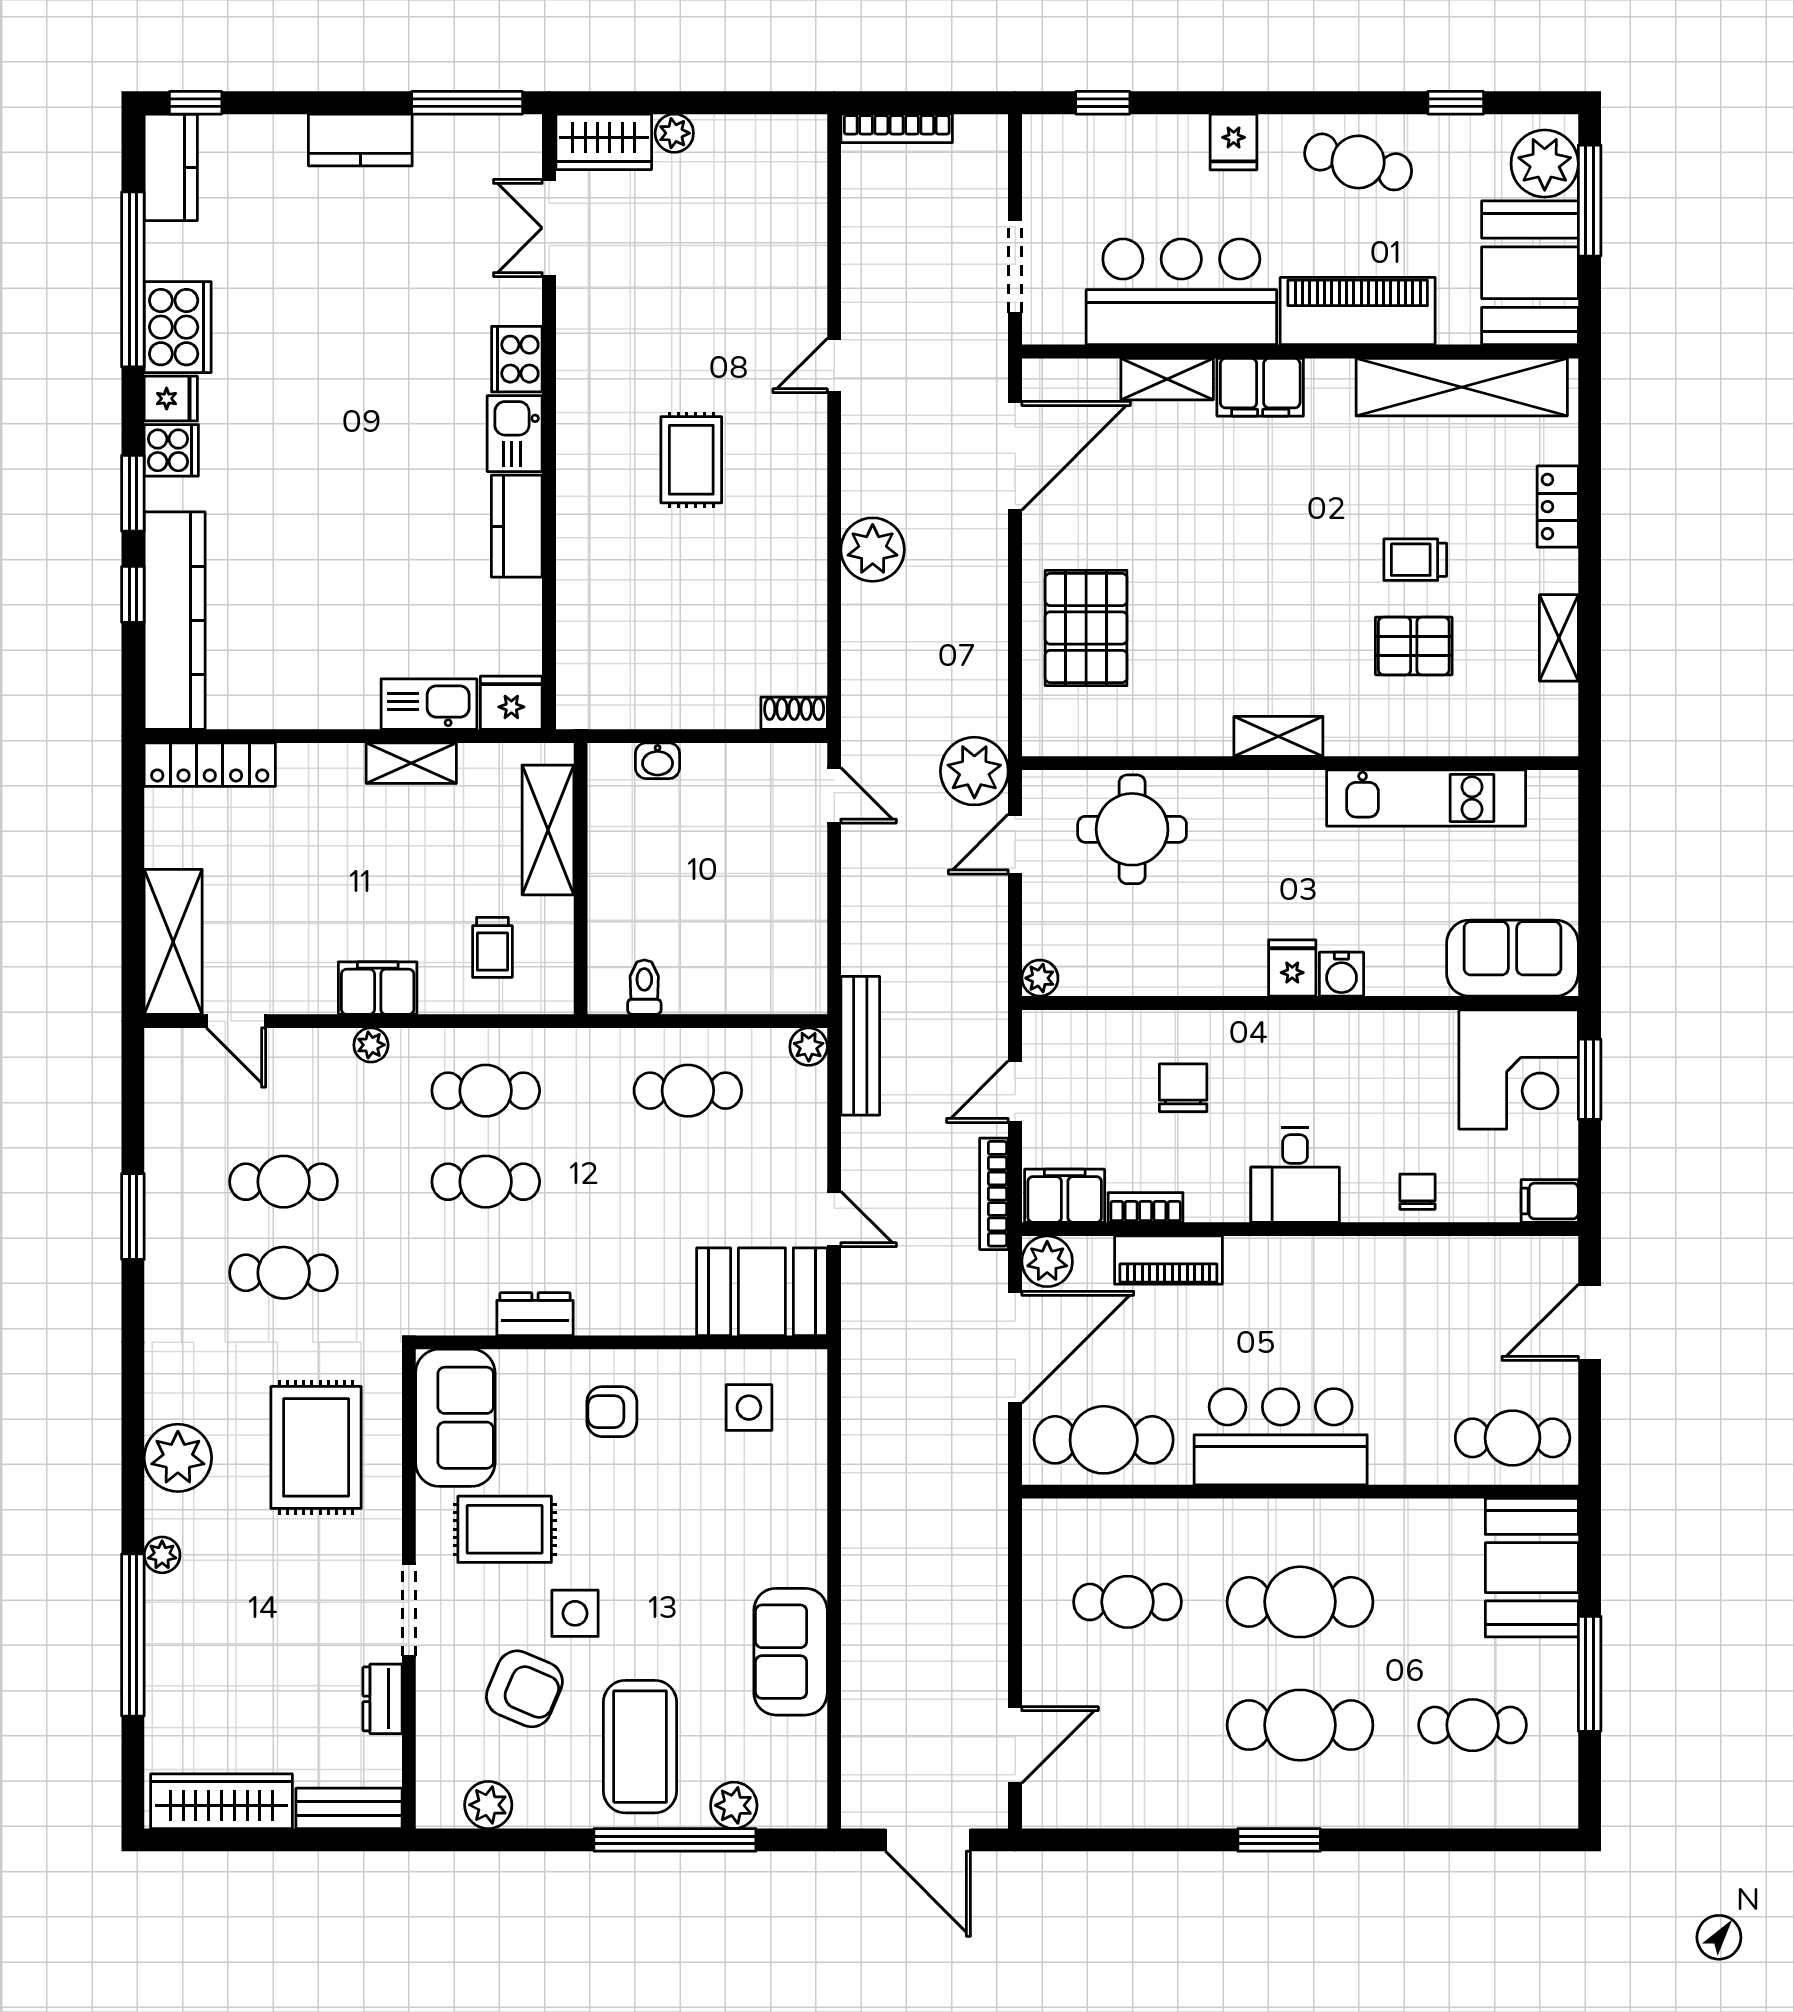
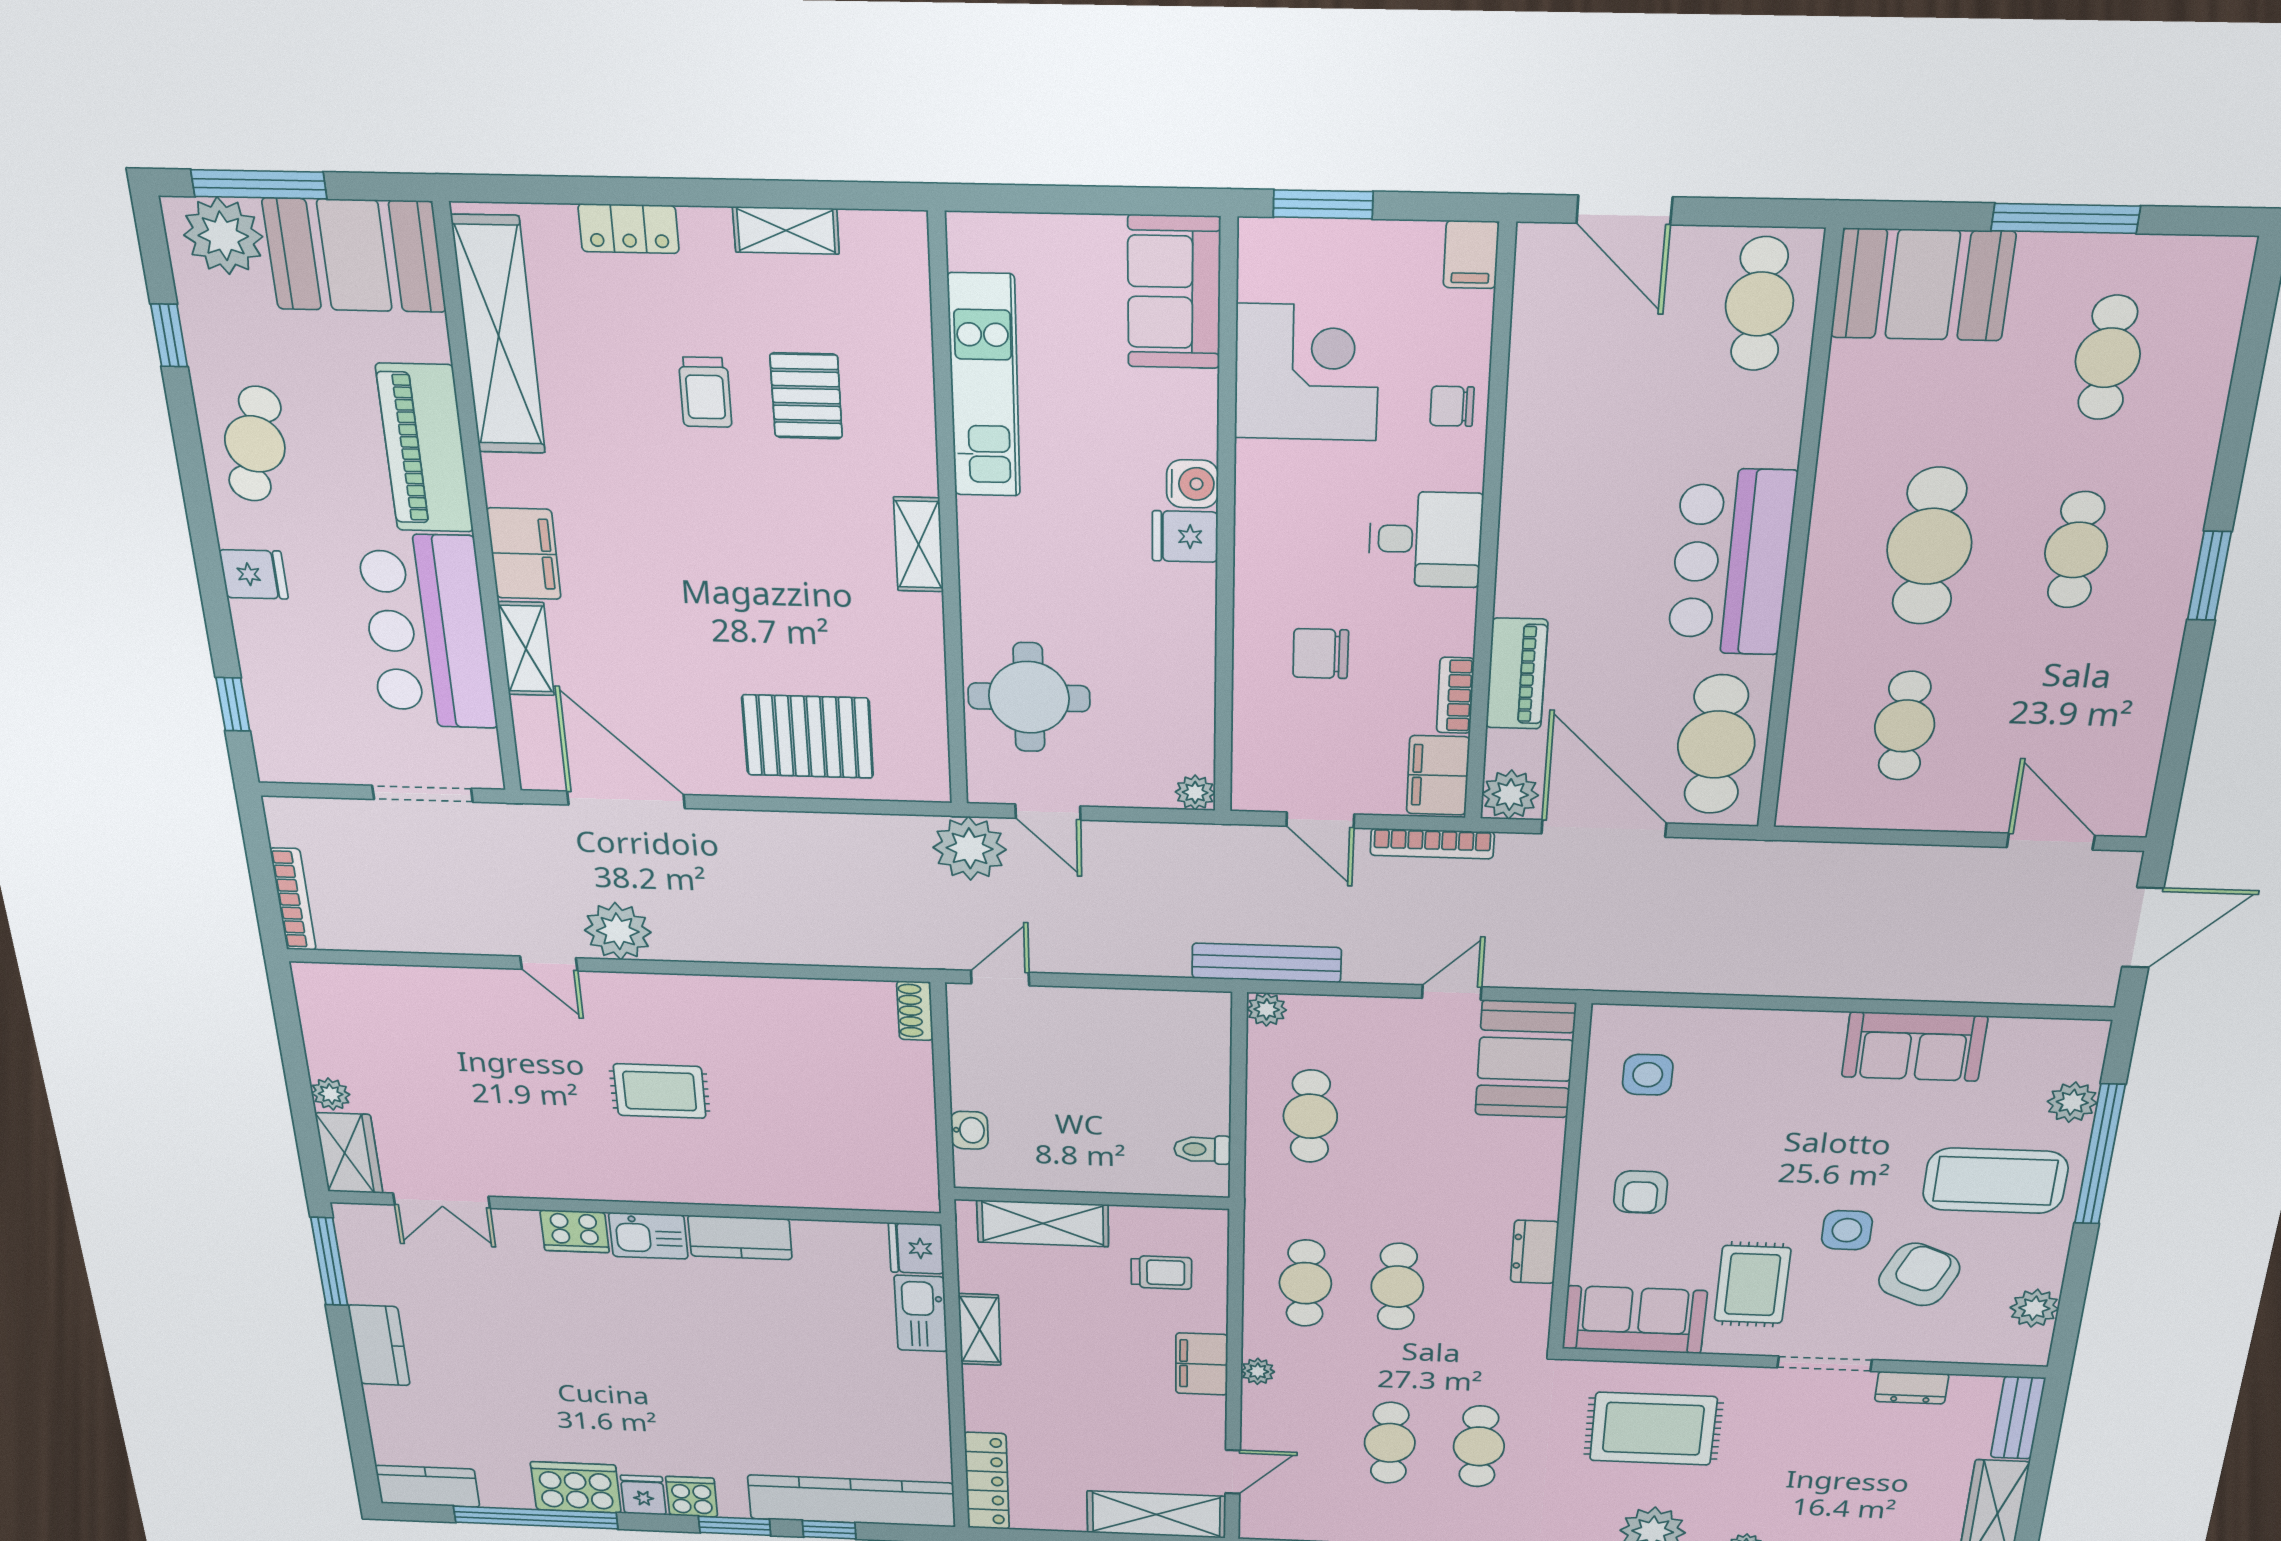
window: (196, 103) -> (365, 1466), removed
plant: (873, 550) -> (618, 931), moved
corner desk: (1519, 1069) -> (1307, 372), moved
cafe table: (1300, 1725) -> (2076, 550), width x0.73, depth x0.74

